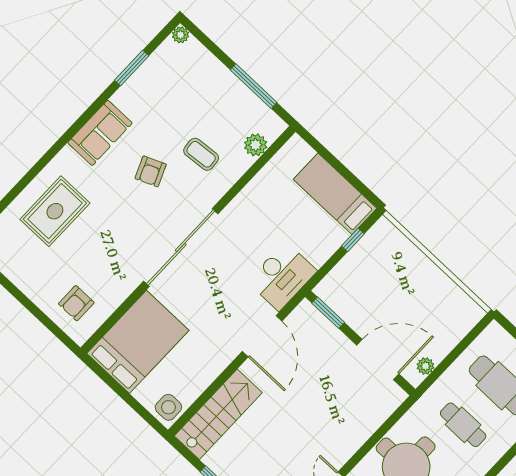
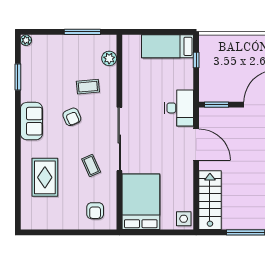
coffee table: (120, 247) -> (91, 165), added

